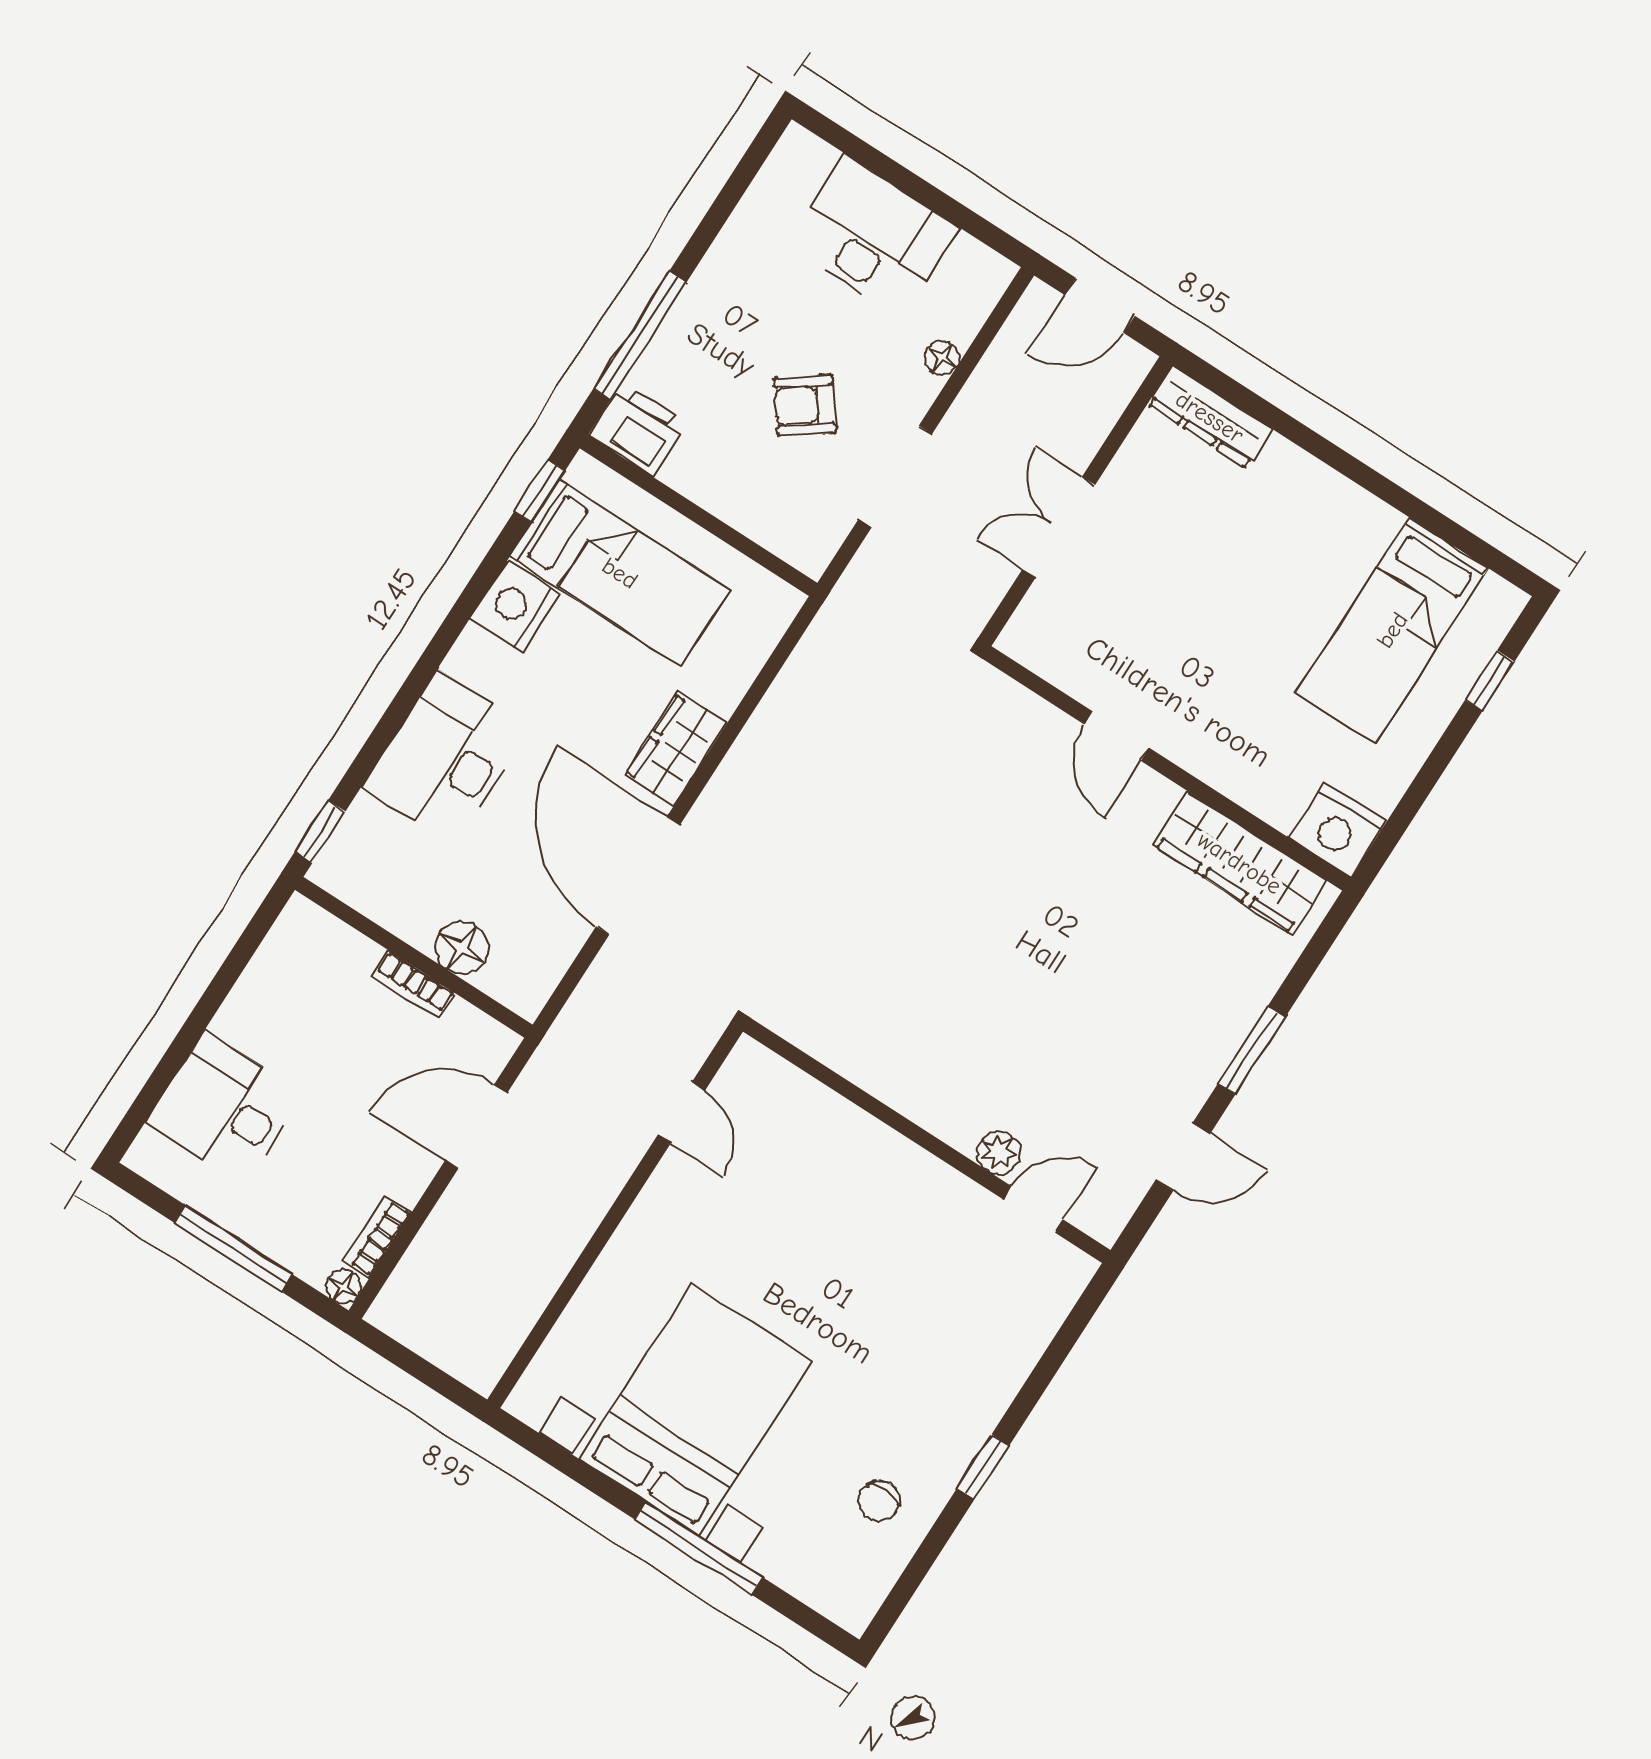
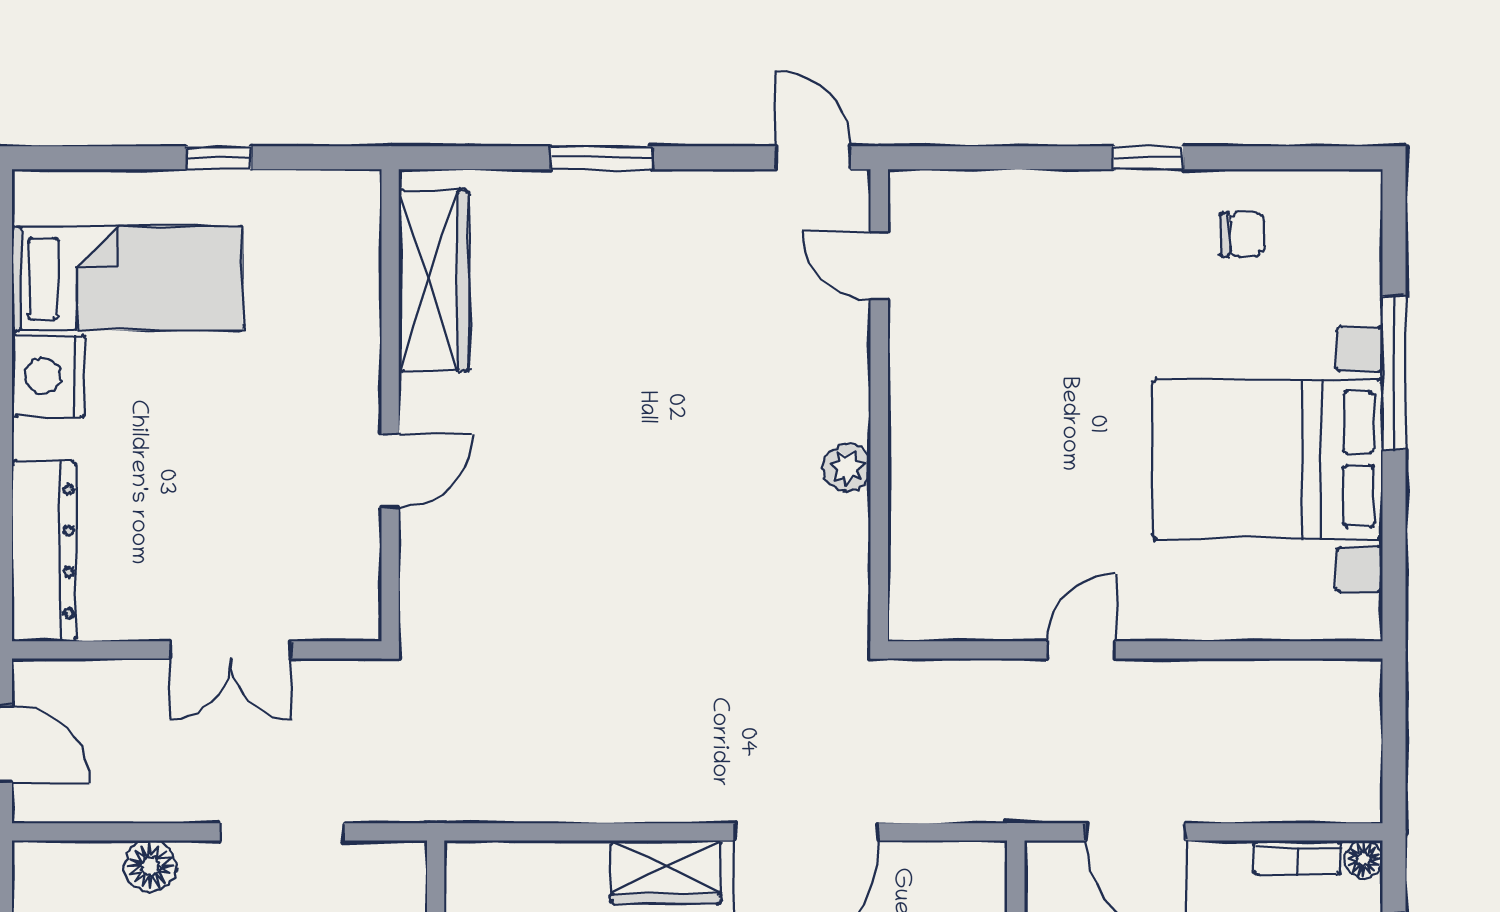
floor lamp: (942, 358) -> (150, 866), width x1.37, depth x1.37
dresser: (1210, 417) -> (44, 551), width x1.37, depth x1.24
window: (1490, 681) -> (219, 158), moved
nightstand: (1337, 829) -> (49, 376), moved, turned 180
door: (682, 1112) -> (1081, 650), moved
plant: (999, 1153) -> (847, 468), moved
door: (1183, 1157) -> (813, 158), moved

